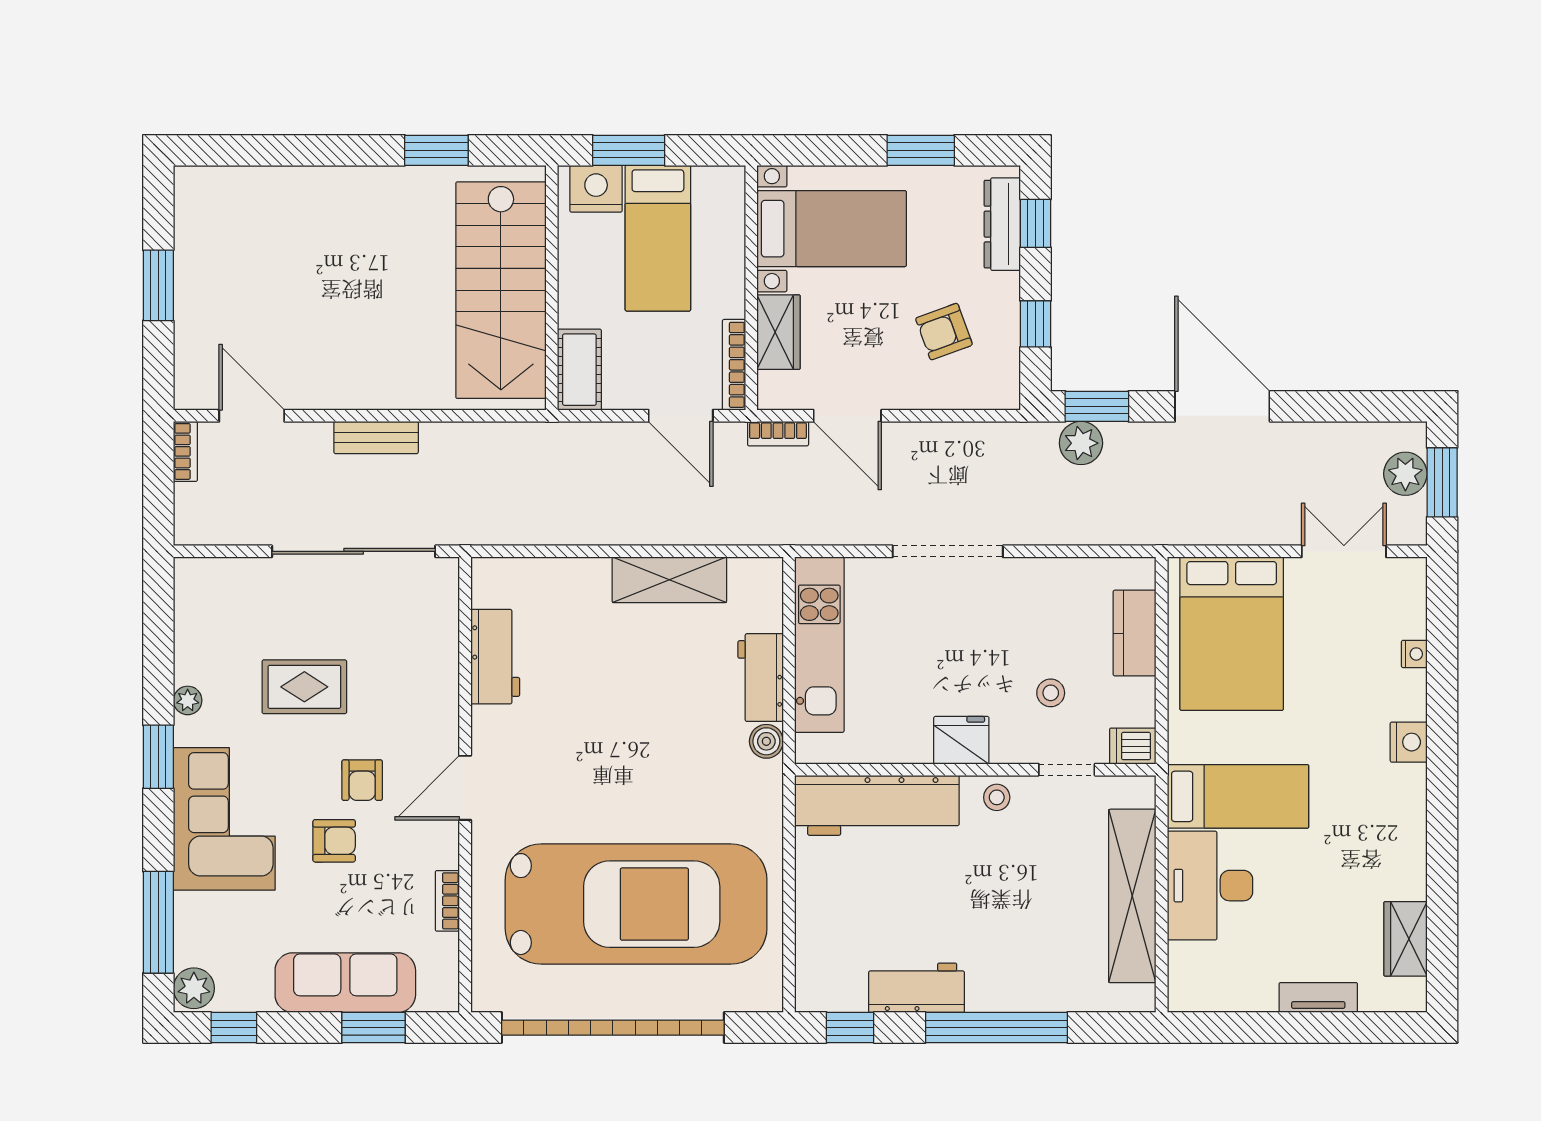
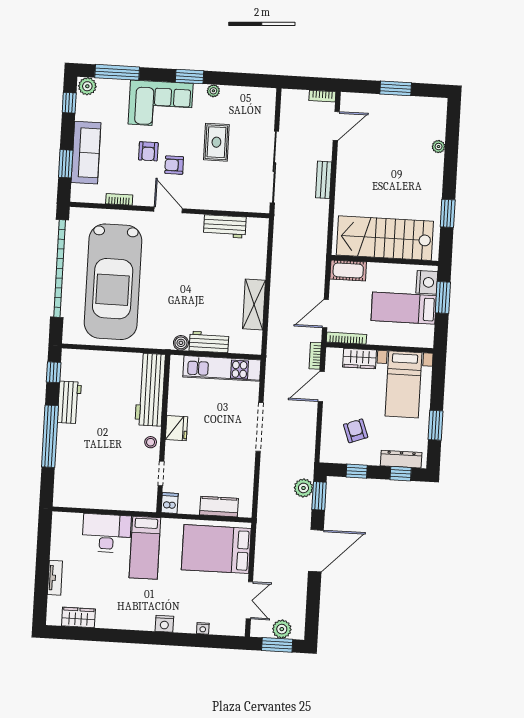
plant: (285, 180) -> (439, 147), added
stool: (1051, 693) -> (195, 468), removed
shelving: (1132, 896) -> (104, 499), removed

